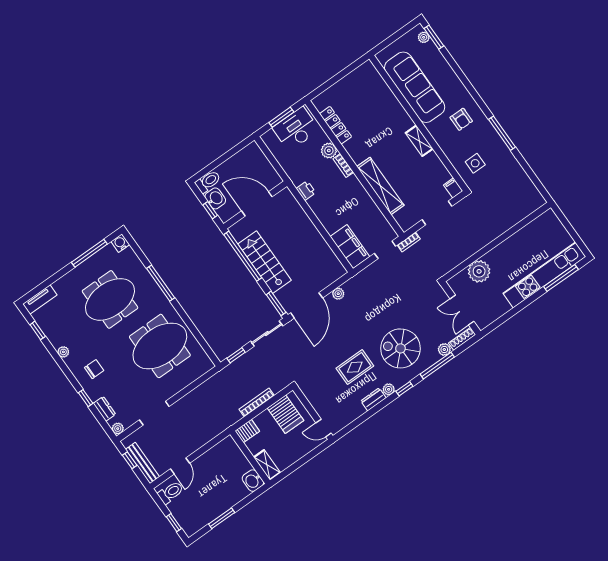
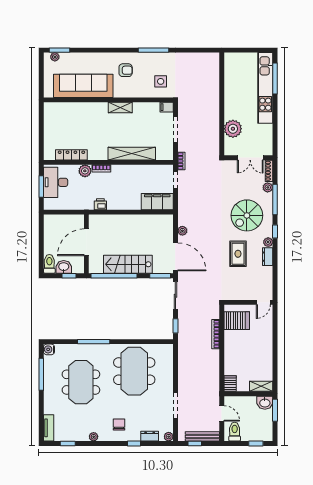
server rack: (247, 431) -> (230, 383), moved
wall: (250, 457) -> (248, 394), moved
shelving: (267, 465) -> (261, 386), moved
washbasin: (253, 481) -> (265, 403), moved

